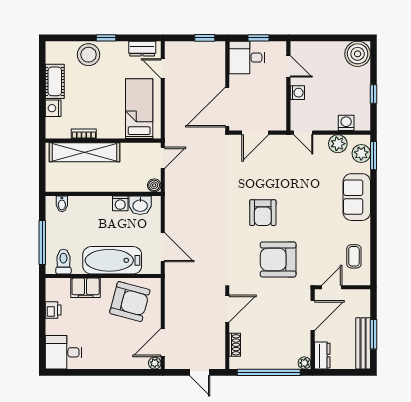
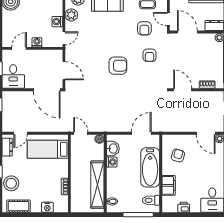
cot: (55, 81) -> (19, 206), moved
washing machine: (346, 123) -> (57, 22), moved
shelving: (85, 152) -> (97, 185), moved
armchair: (318, 252) -> (144, 28), added
armchair: (278, 259) -> (150, 55), width x0.53, depth x0.53
armchair: (130, 302) -> (178, 156), width x0.53, depth x0.53

